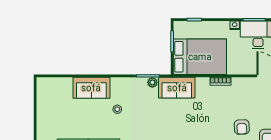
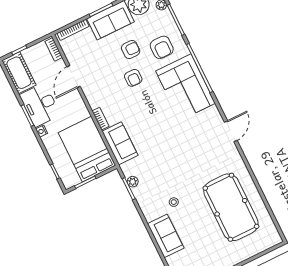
sofa: (177, 88) -> (120, 143), moved
armchair: (242, 127) -> (133, 78), turned 93

